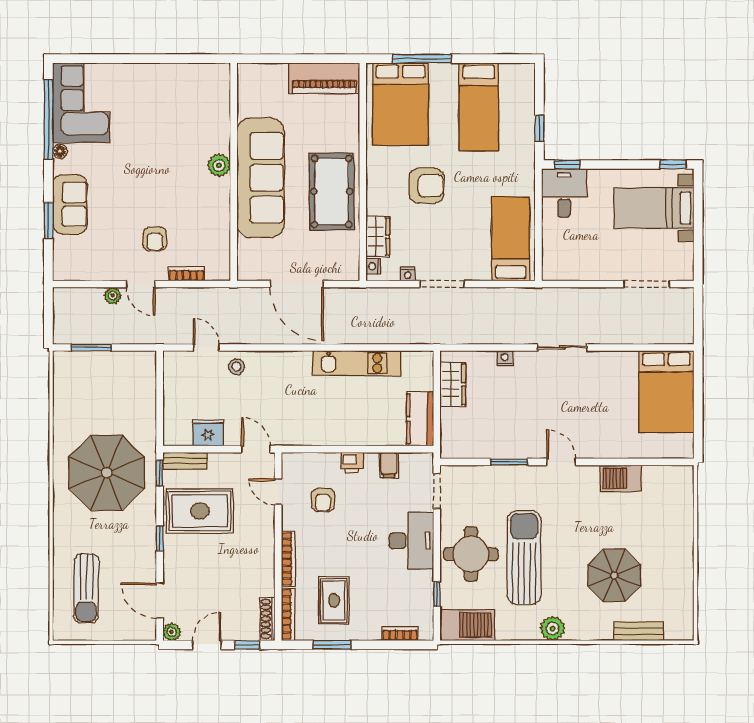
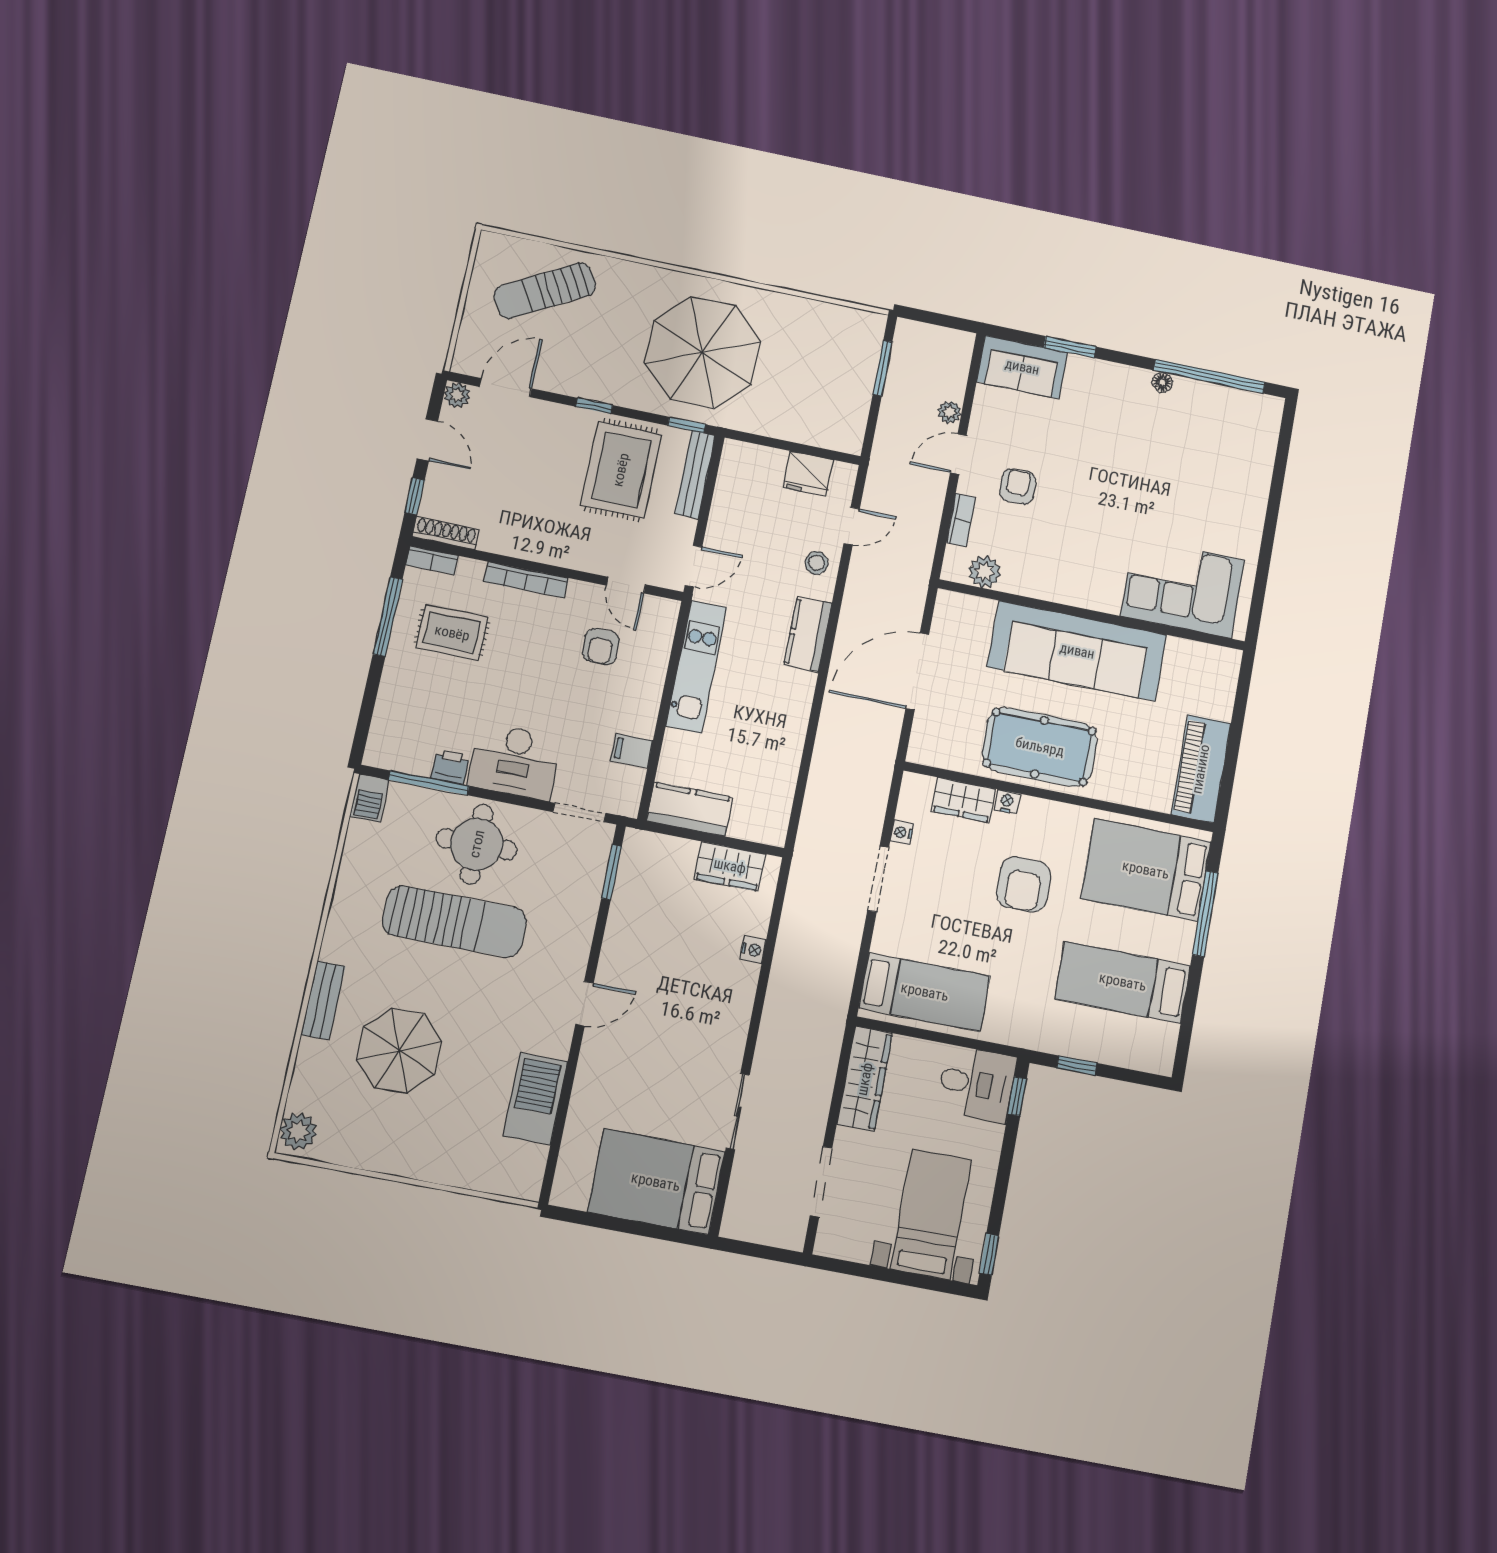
corner sofa: (81, 103) -> (1183, 588), moved, turned 180
plant: (219, 165) -> (985, 572), moved
sofa: (70, 204) -> (1022, 367), moved
armchair: (155, 239) -> (1018, 486), turned 90
nightstand: (373, 266) -> (1007, 802), moved
wardrobe: (575, 268) -> (865, 1079), added
sliding door: (562, 348) -> (738, 1111), moved
kitchen counter: (287, 363) -> (808, 634), added
kitchen unit: (357, 363) -> (696, 667), moved, turned 180
fridge: (208, 433) -> (808, 474), moved, turned 90
bench: (185, 461) -> (695, 475), width x1.36
window: (509, 462) -> (611, 872), moved
printer: (352, 463) -> (450, 767), moved, turned 90
barbecue: (621, 478) -> (535, 1099), width x1.37, depth x1.21
door: (278, 492) -> (626, 585), swing flipped
armchair: (323, 500) -> (601, 646), turned -90
sun lounger: (86, 588) -> (545, 291), turned -30
window: (437, 594) -> (429, 783), width x2.17
bookcase: (288, 615) -> (432, 560), width x0.64
barbecue: (467, 625) -> (369, 798), width x0.53, depth x0.65
plant: (553, 628) -> (298, 1131), moved
bench: (639, 631) -> (323, 1000), moved
bookcase: (400, 633) -> (383, 718), removed
window: (332, 645) -> (388, 617), width x1.44

